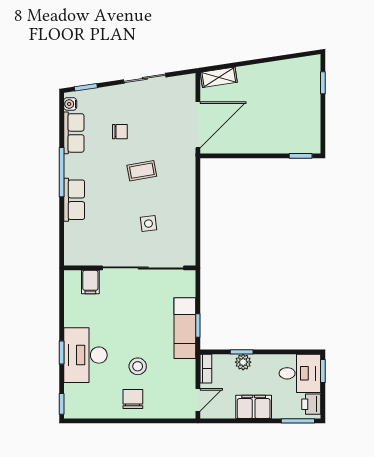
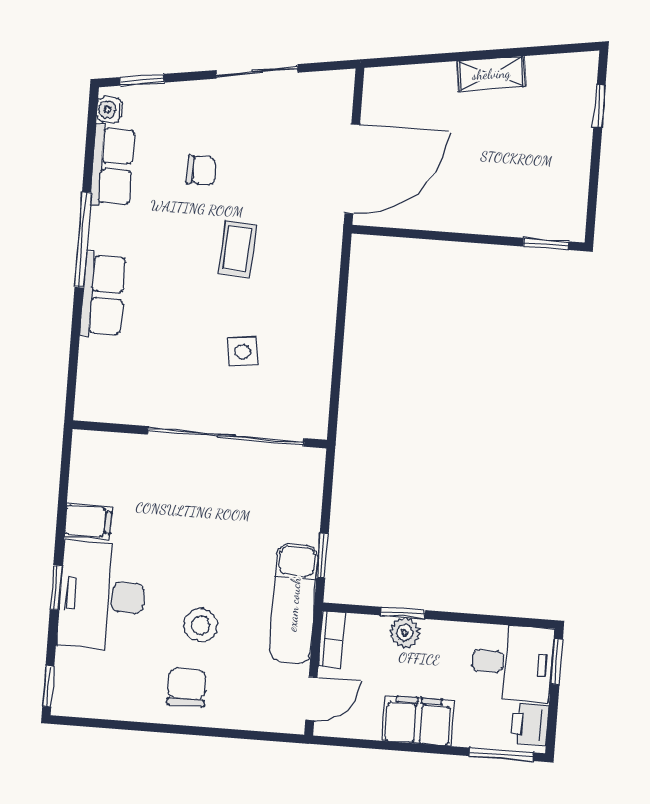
shelving: (219, 77) -> (491, 74), moved
coffee table: (142, 171) -> (238, 249), turned -76
filing cabinet: (90, 282) -> (88, 521), moved, turned -90
exam couch: (185, 328) -> (294, 604), moved

